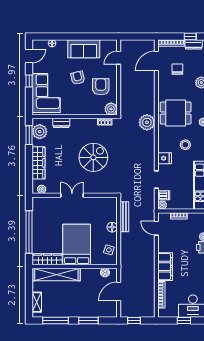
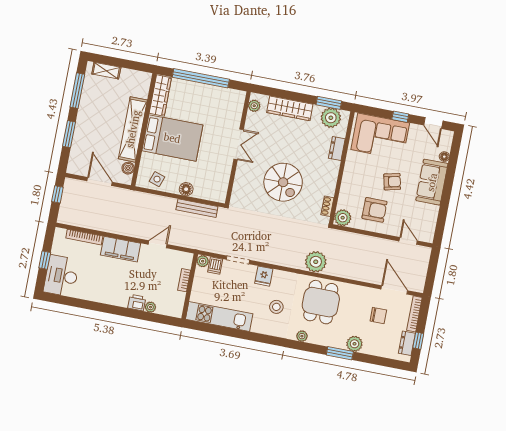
sofa: (84, 49) -> (432, 182), moved
door: (156, 228) -> (158, 244), moved
shelving: (56, 274) -> (133, 129), moved

